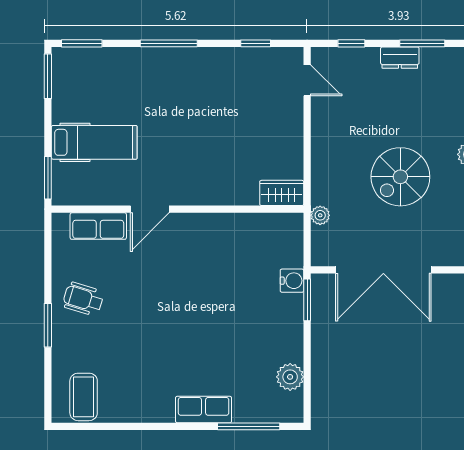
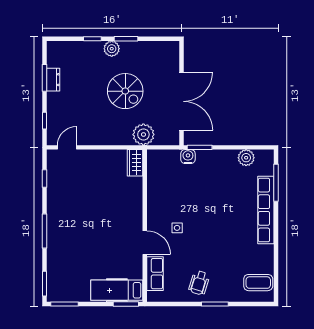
dresser: (400, 58) -> (53, 80), moved
hospital bed: (94, 142) -> (117, 290), moved, turned -90
plant: (320, 215) -> (143, 135), width x1.88, depth x1.88
side table: (174, 263) -> (177, 228), added
row of seats: (204, 410) -> (266, 210), width x2.02

